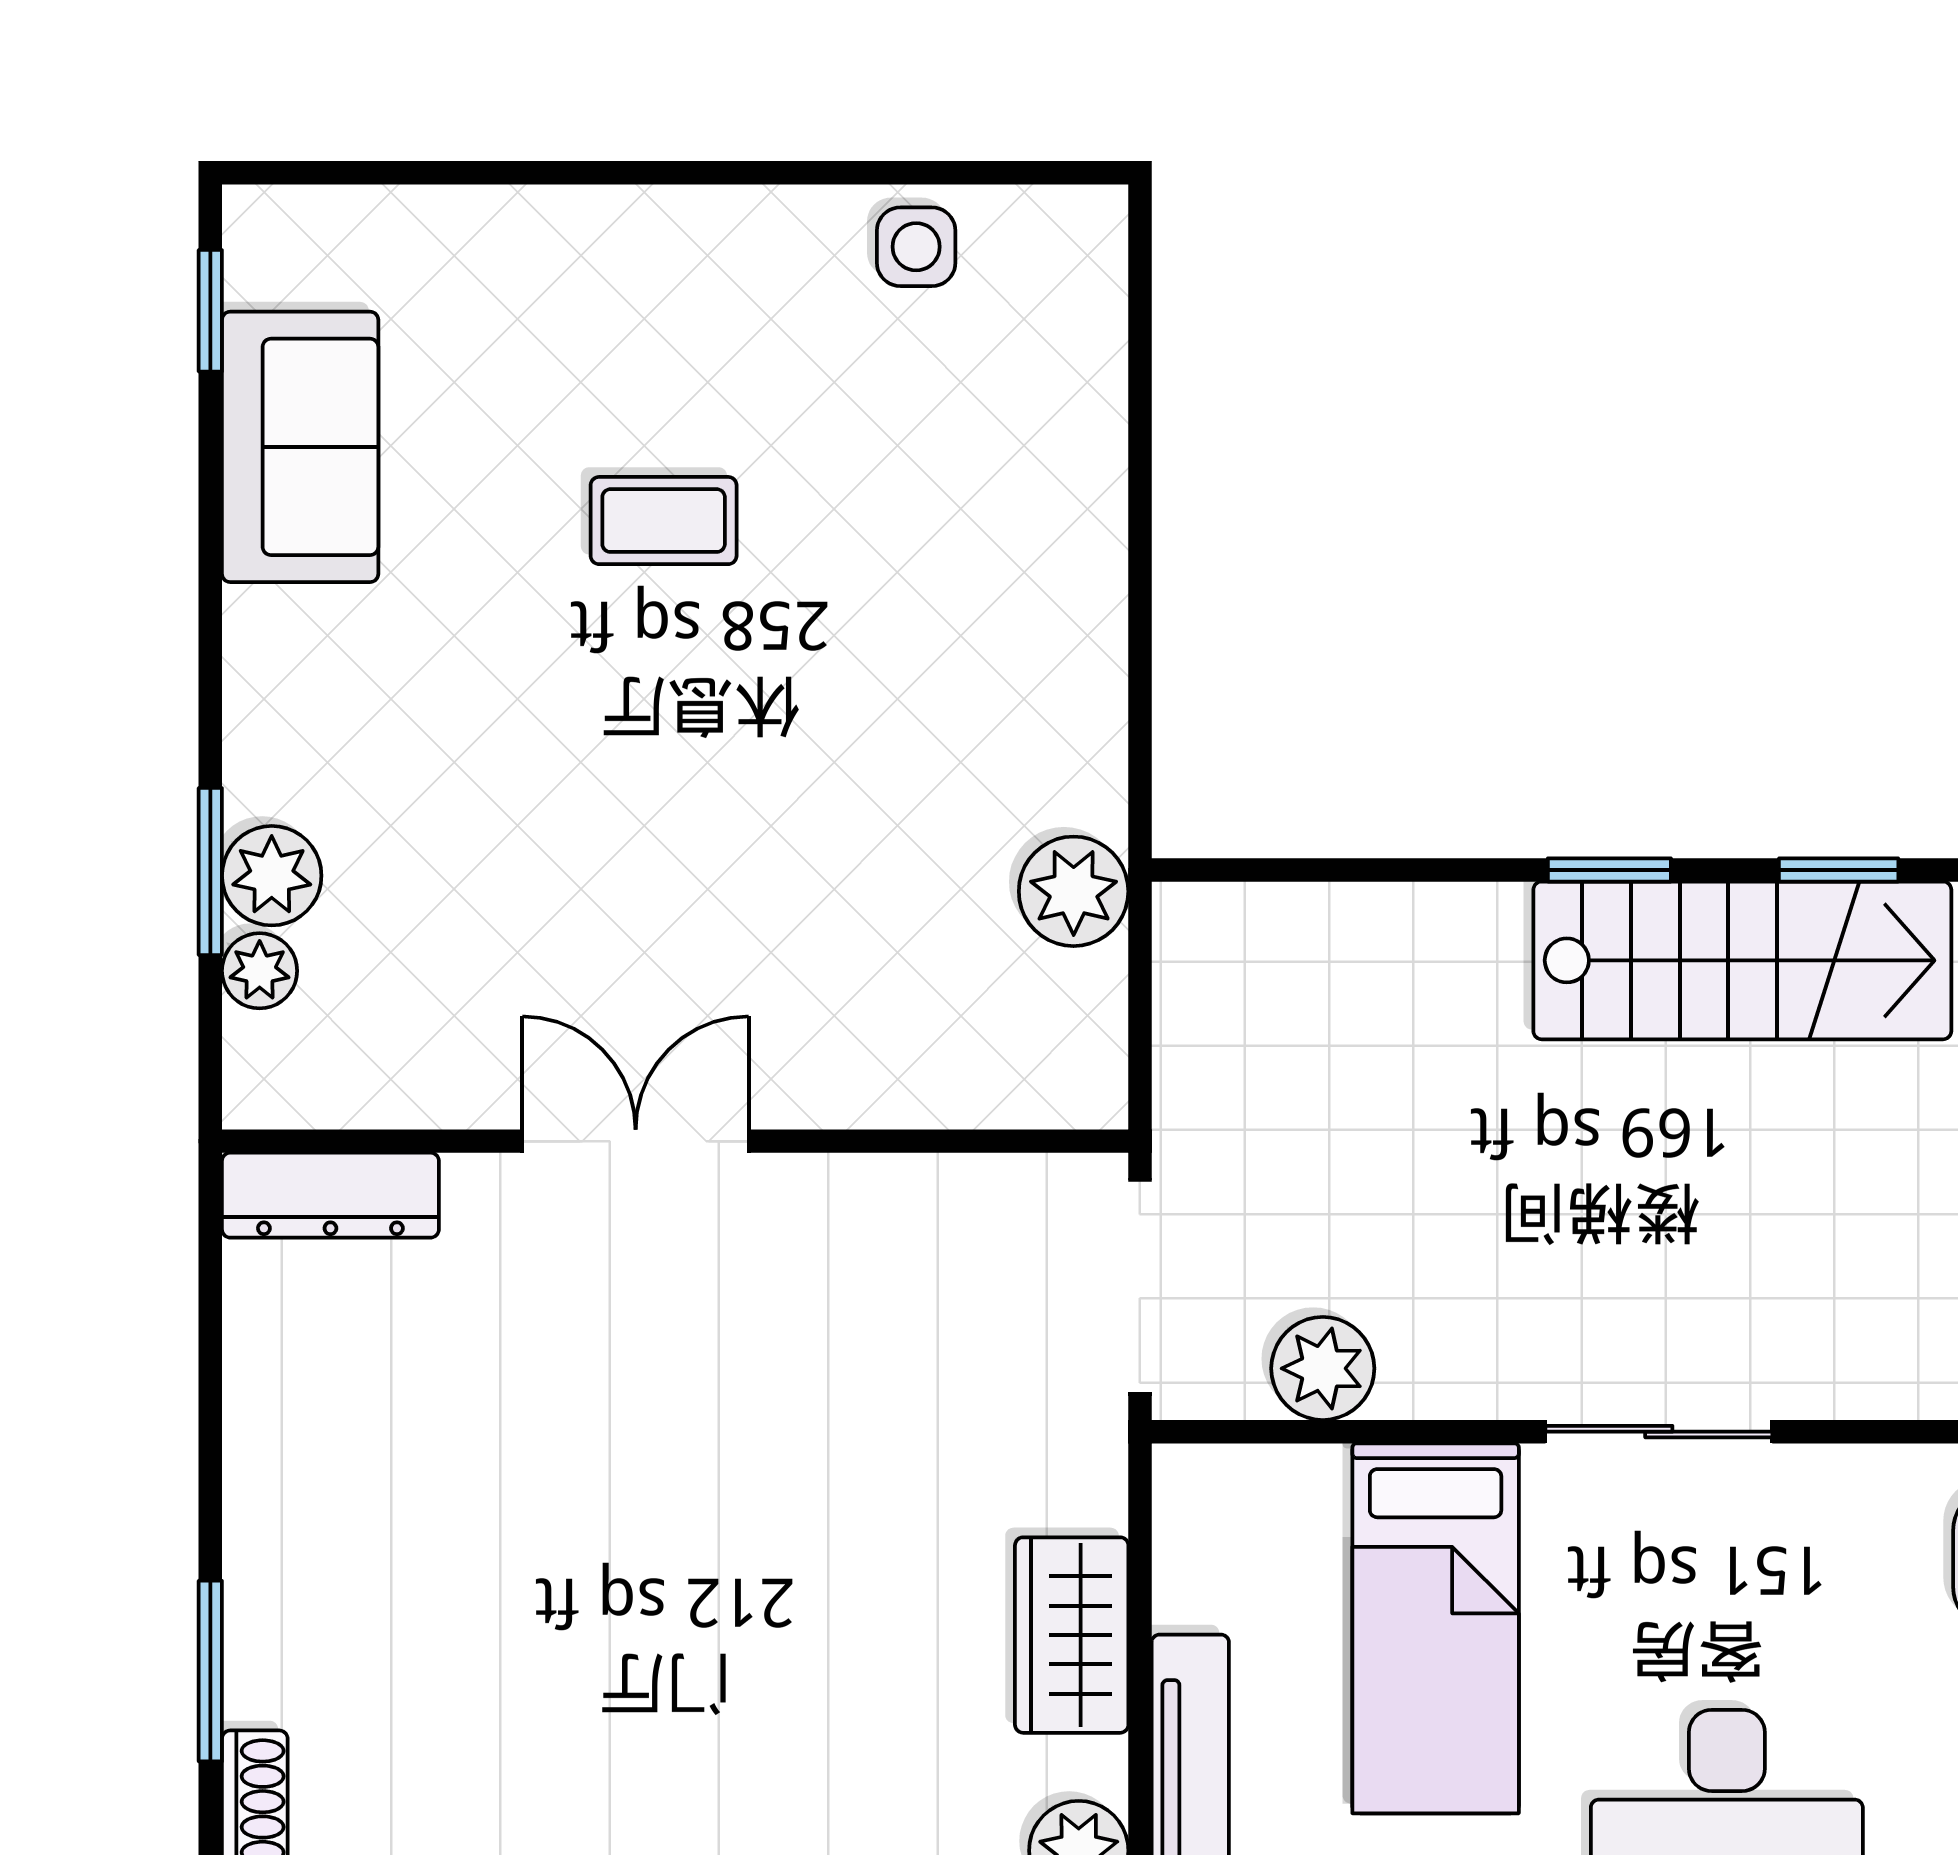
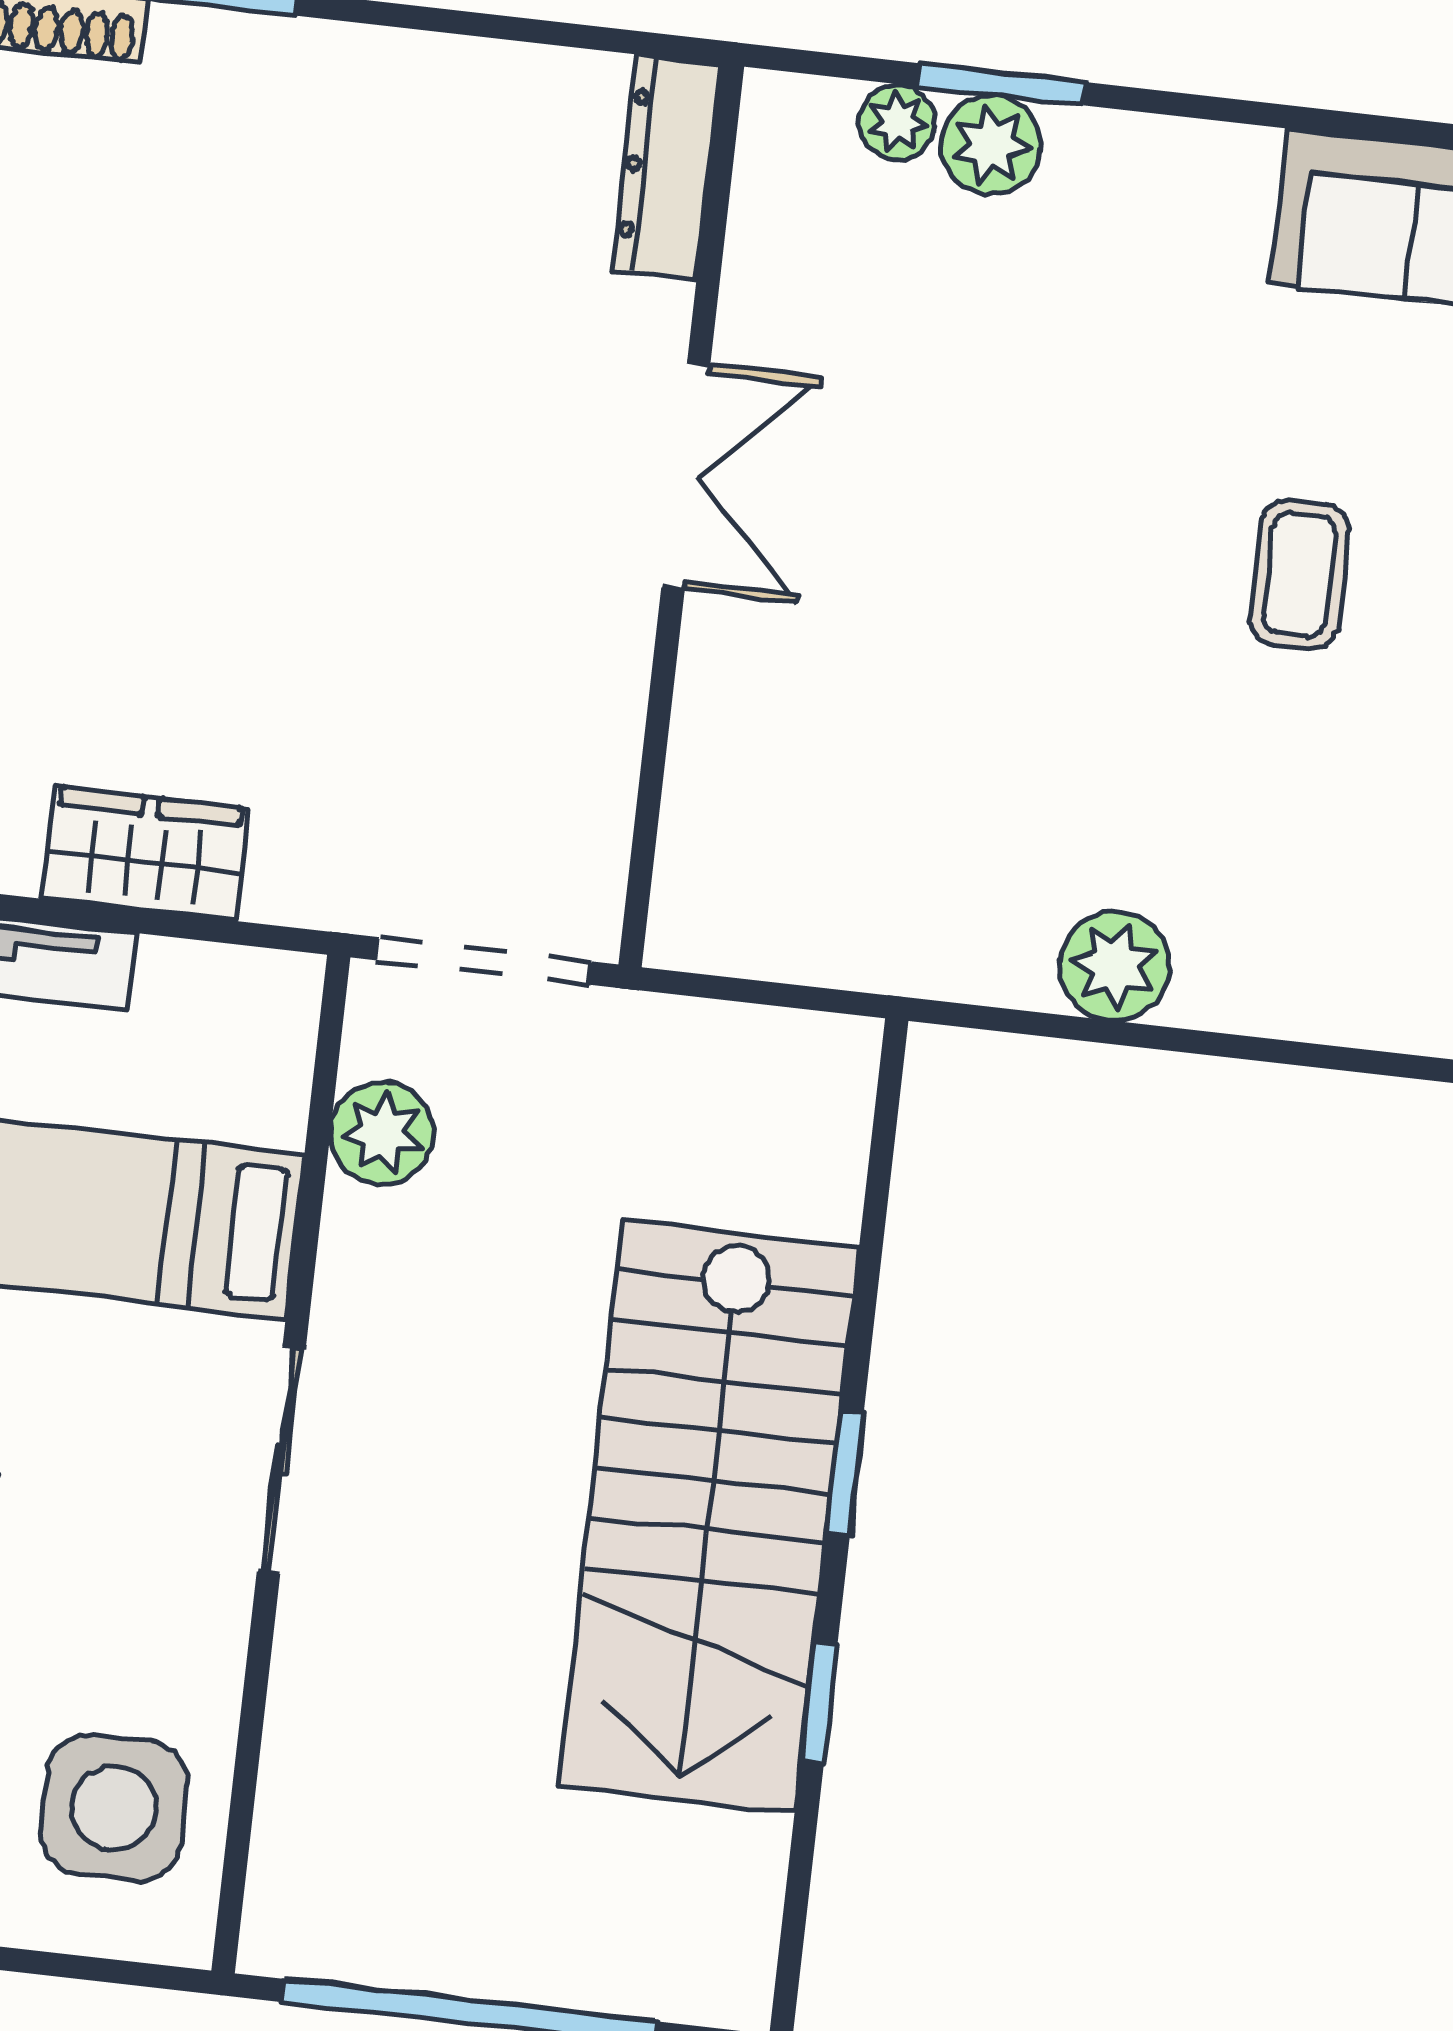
plant: (1074, 891) -> (1115, 966), moved
stairs: (1742, 960) -> (709, 1516), width x1.36, depth x1.51

